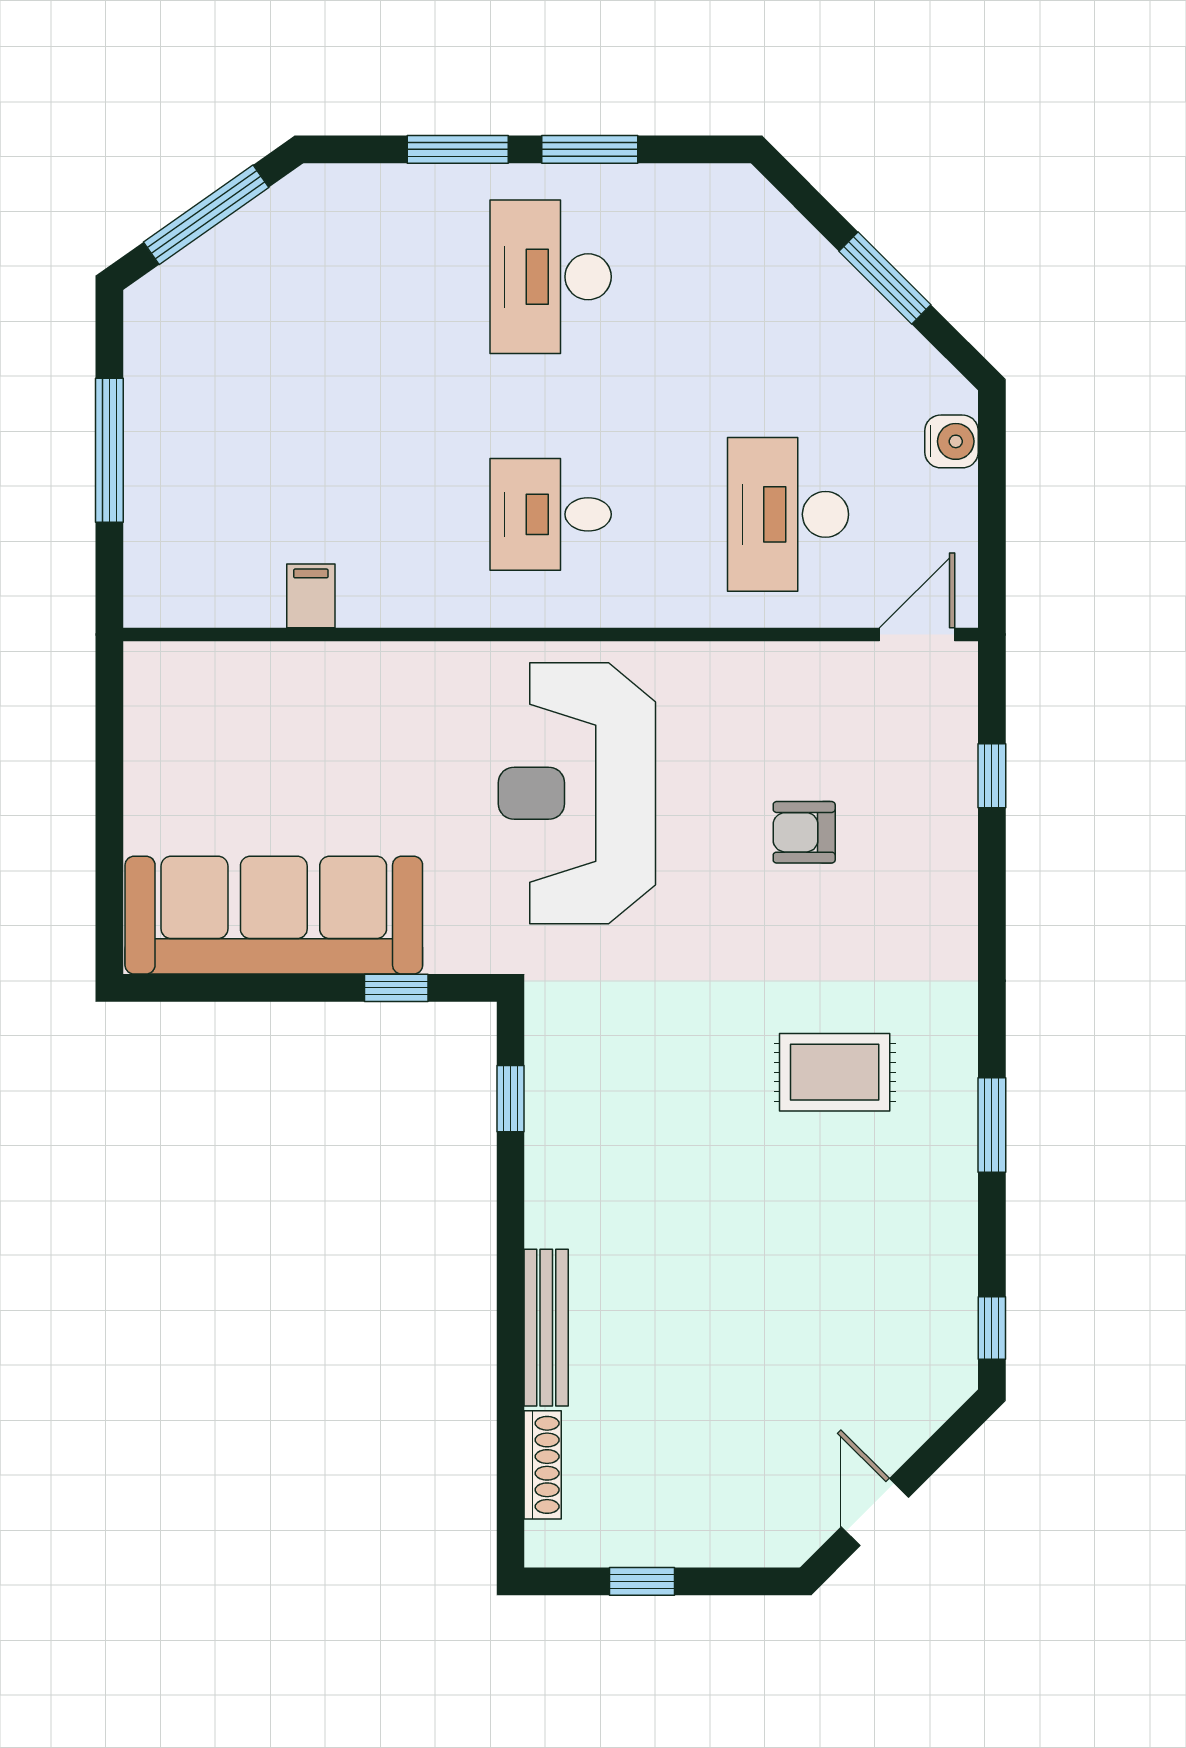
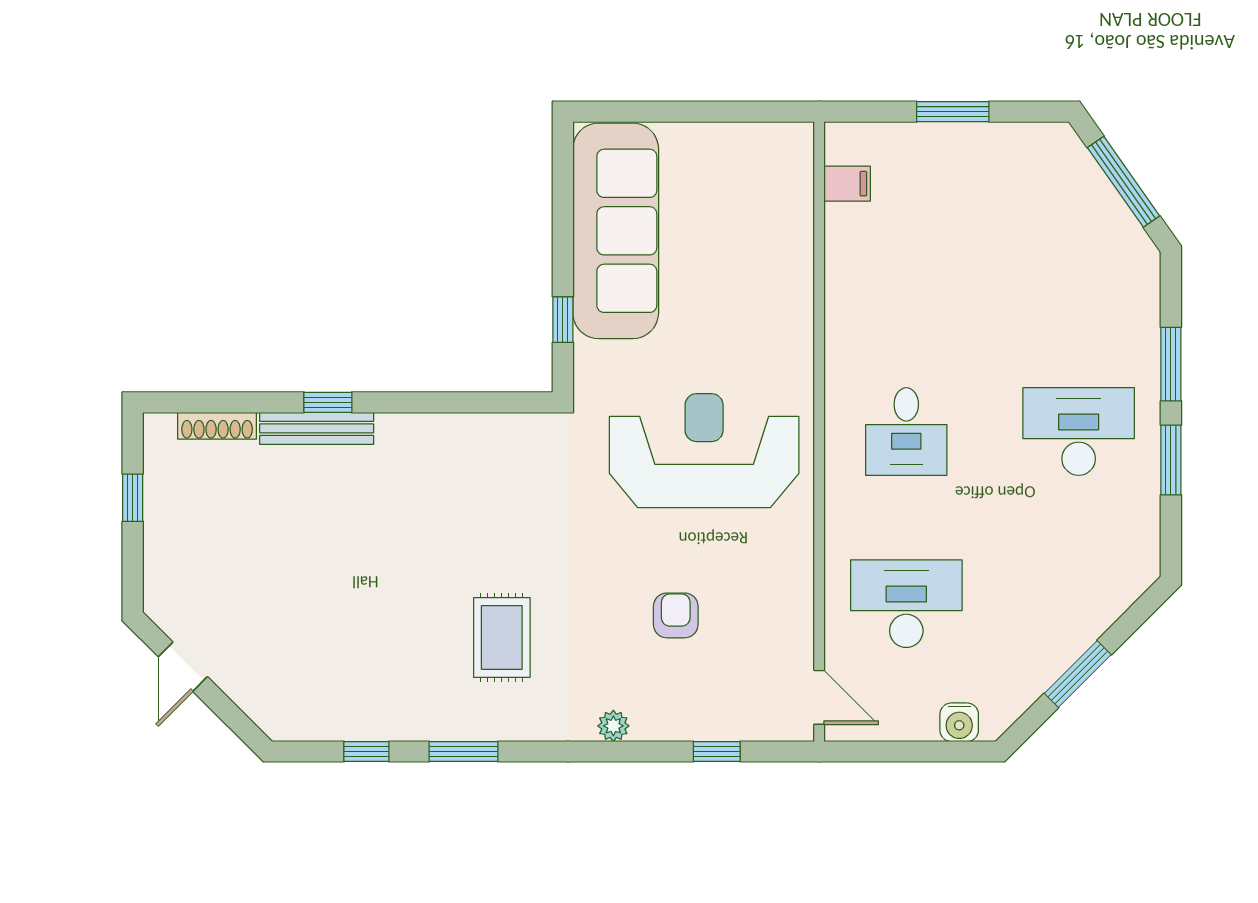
window: (109, 450) -> (953, 112), width x0.69
desk: (551, 514) -> (906, 432), turned 180
filing cabinet: (311, 596) -> (847, 184), moved
plant: (956, 918) -> (613, 726), added
window: (510, 1099) -> (328, 402), moved
window: (992, 1328) -> (366, 751), moved
door: (875, 1512) -> (183, 667), swing flipped

